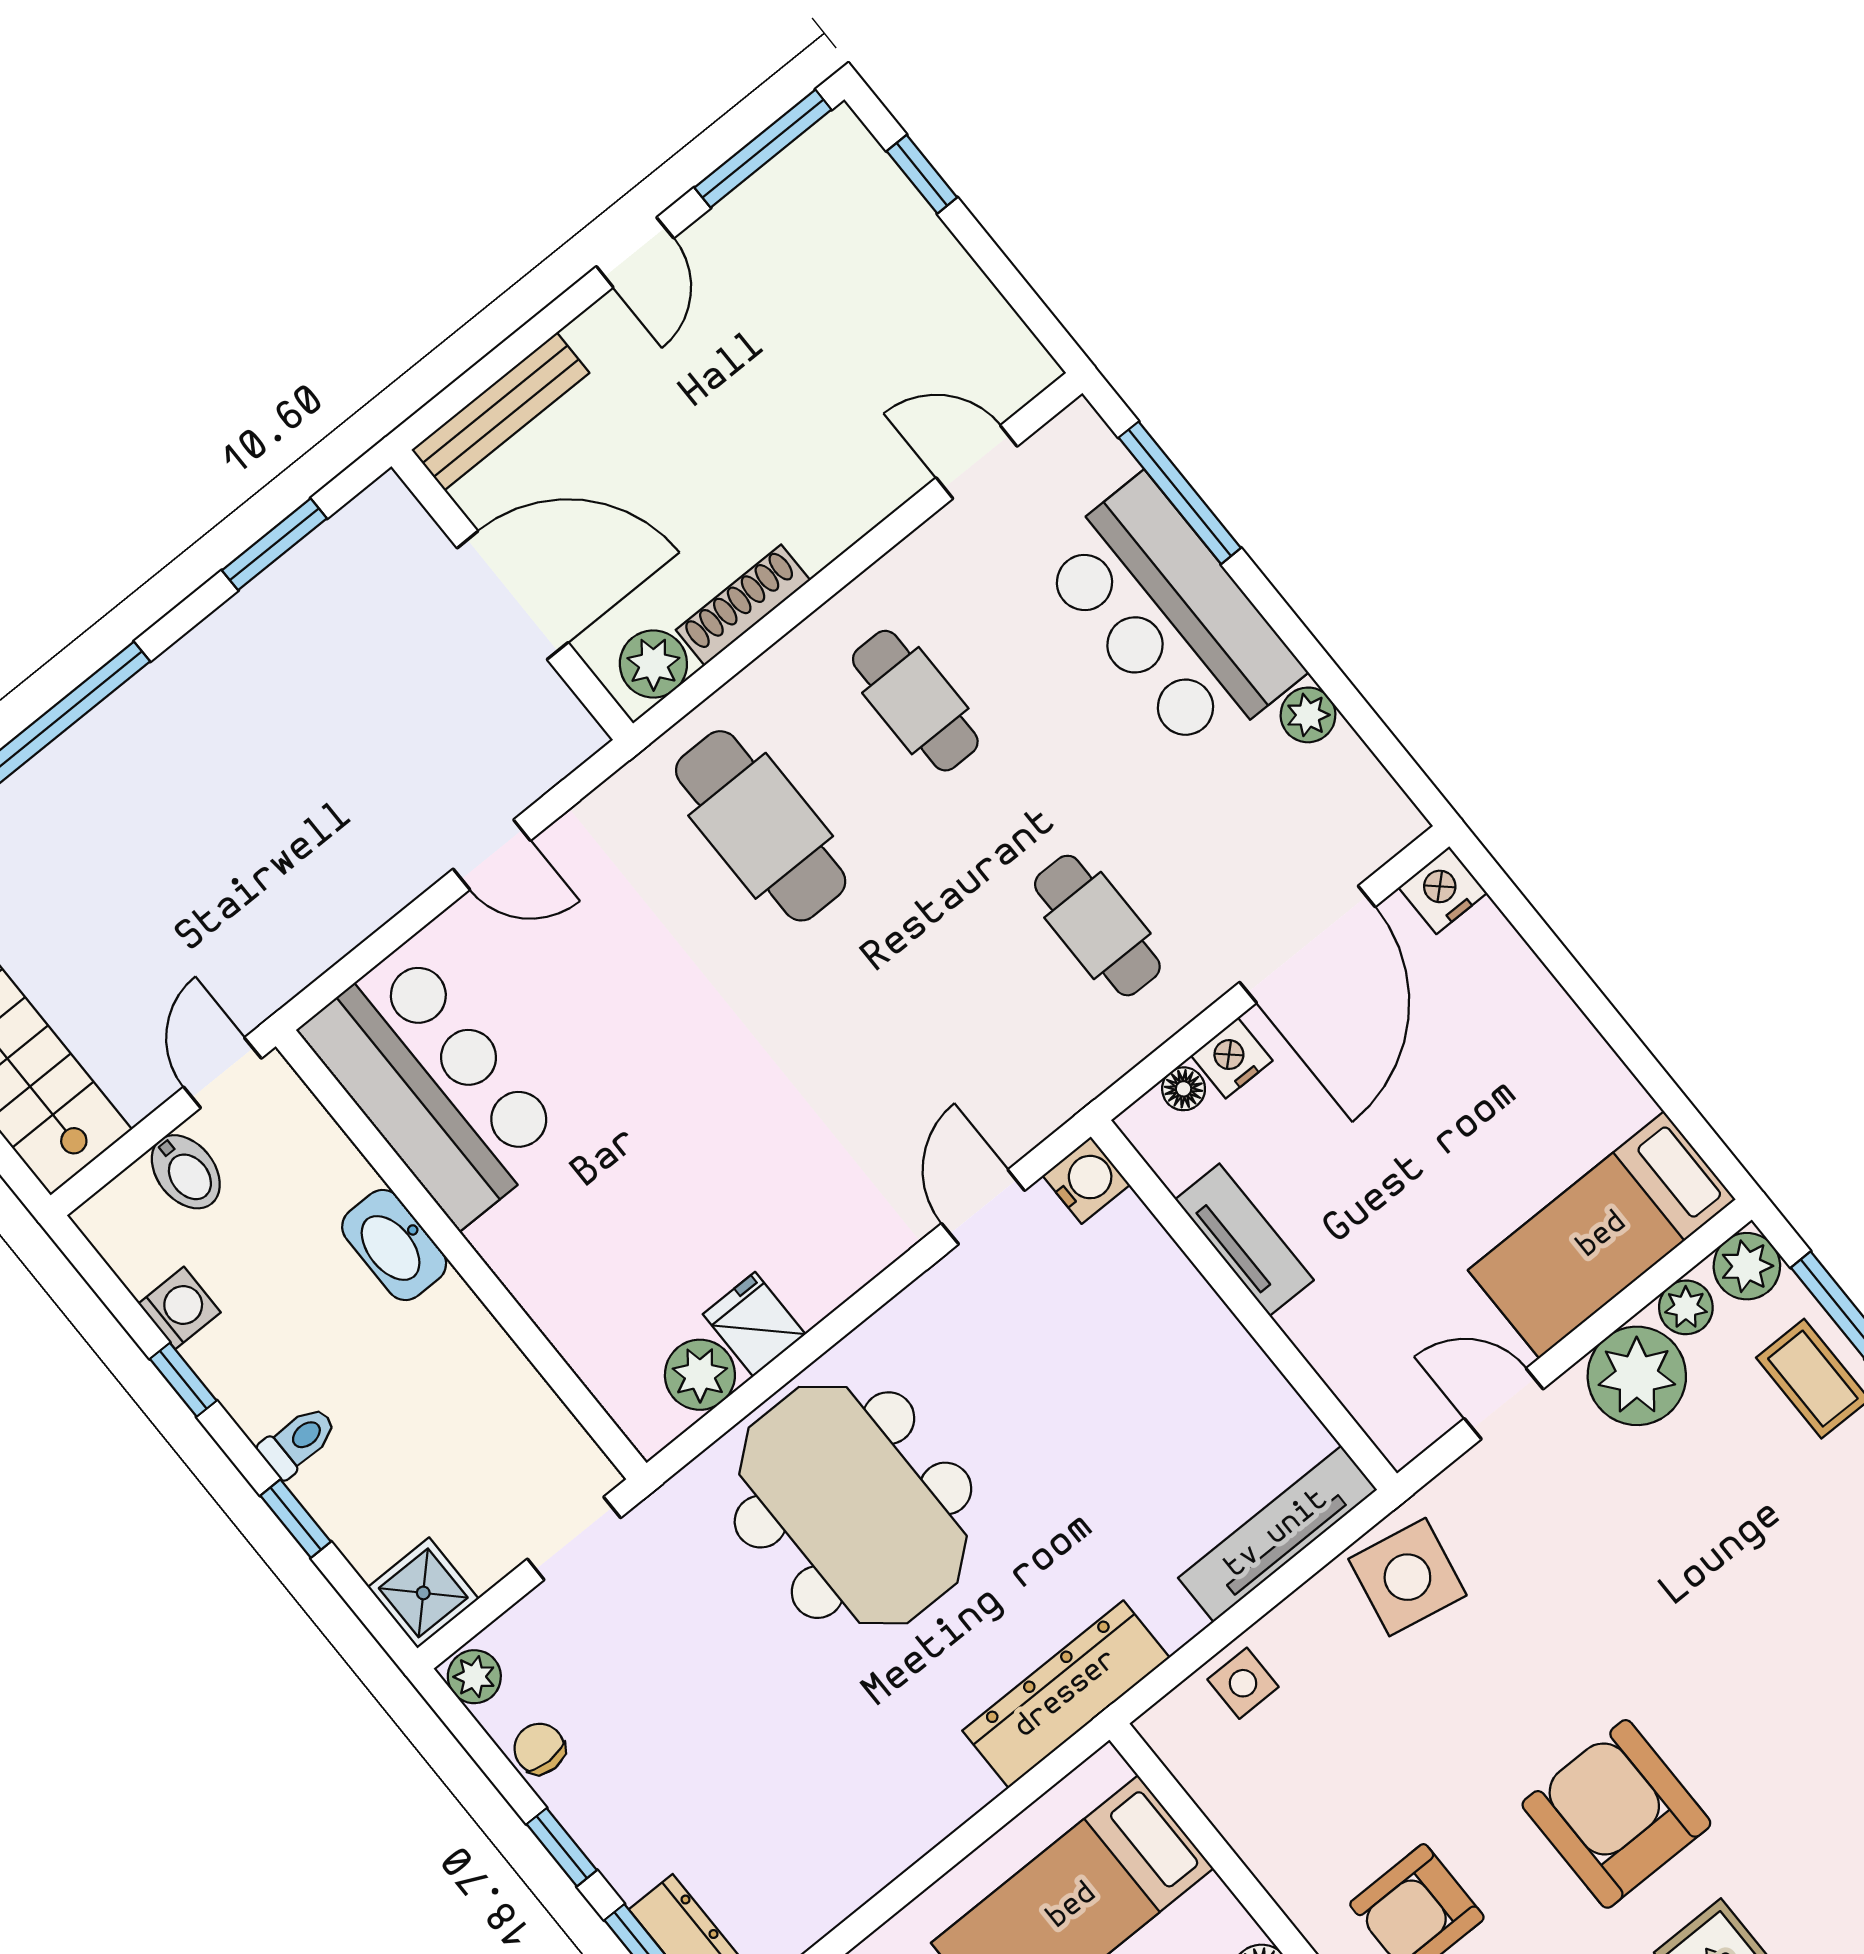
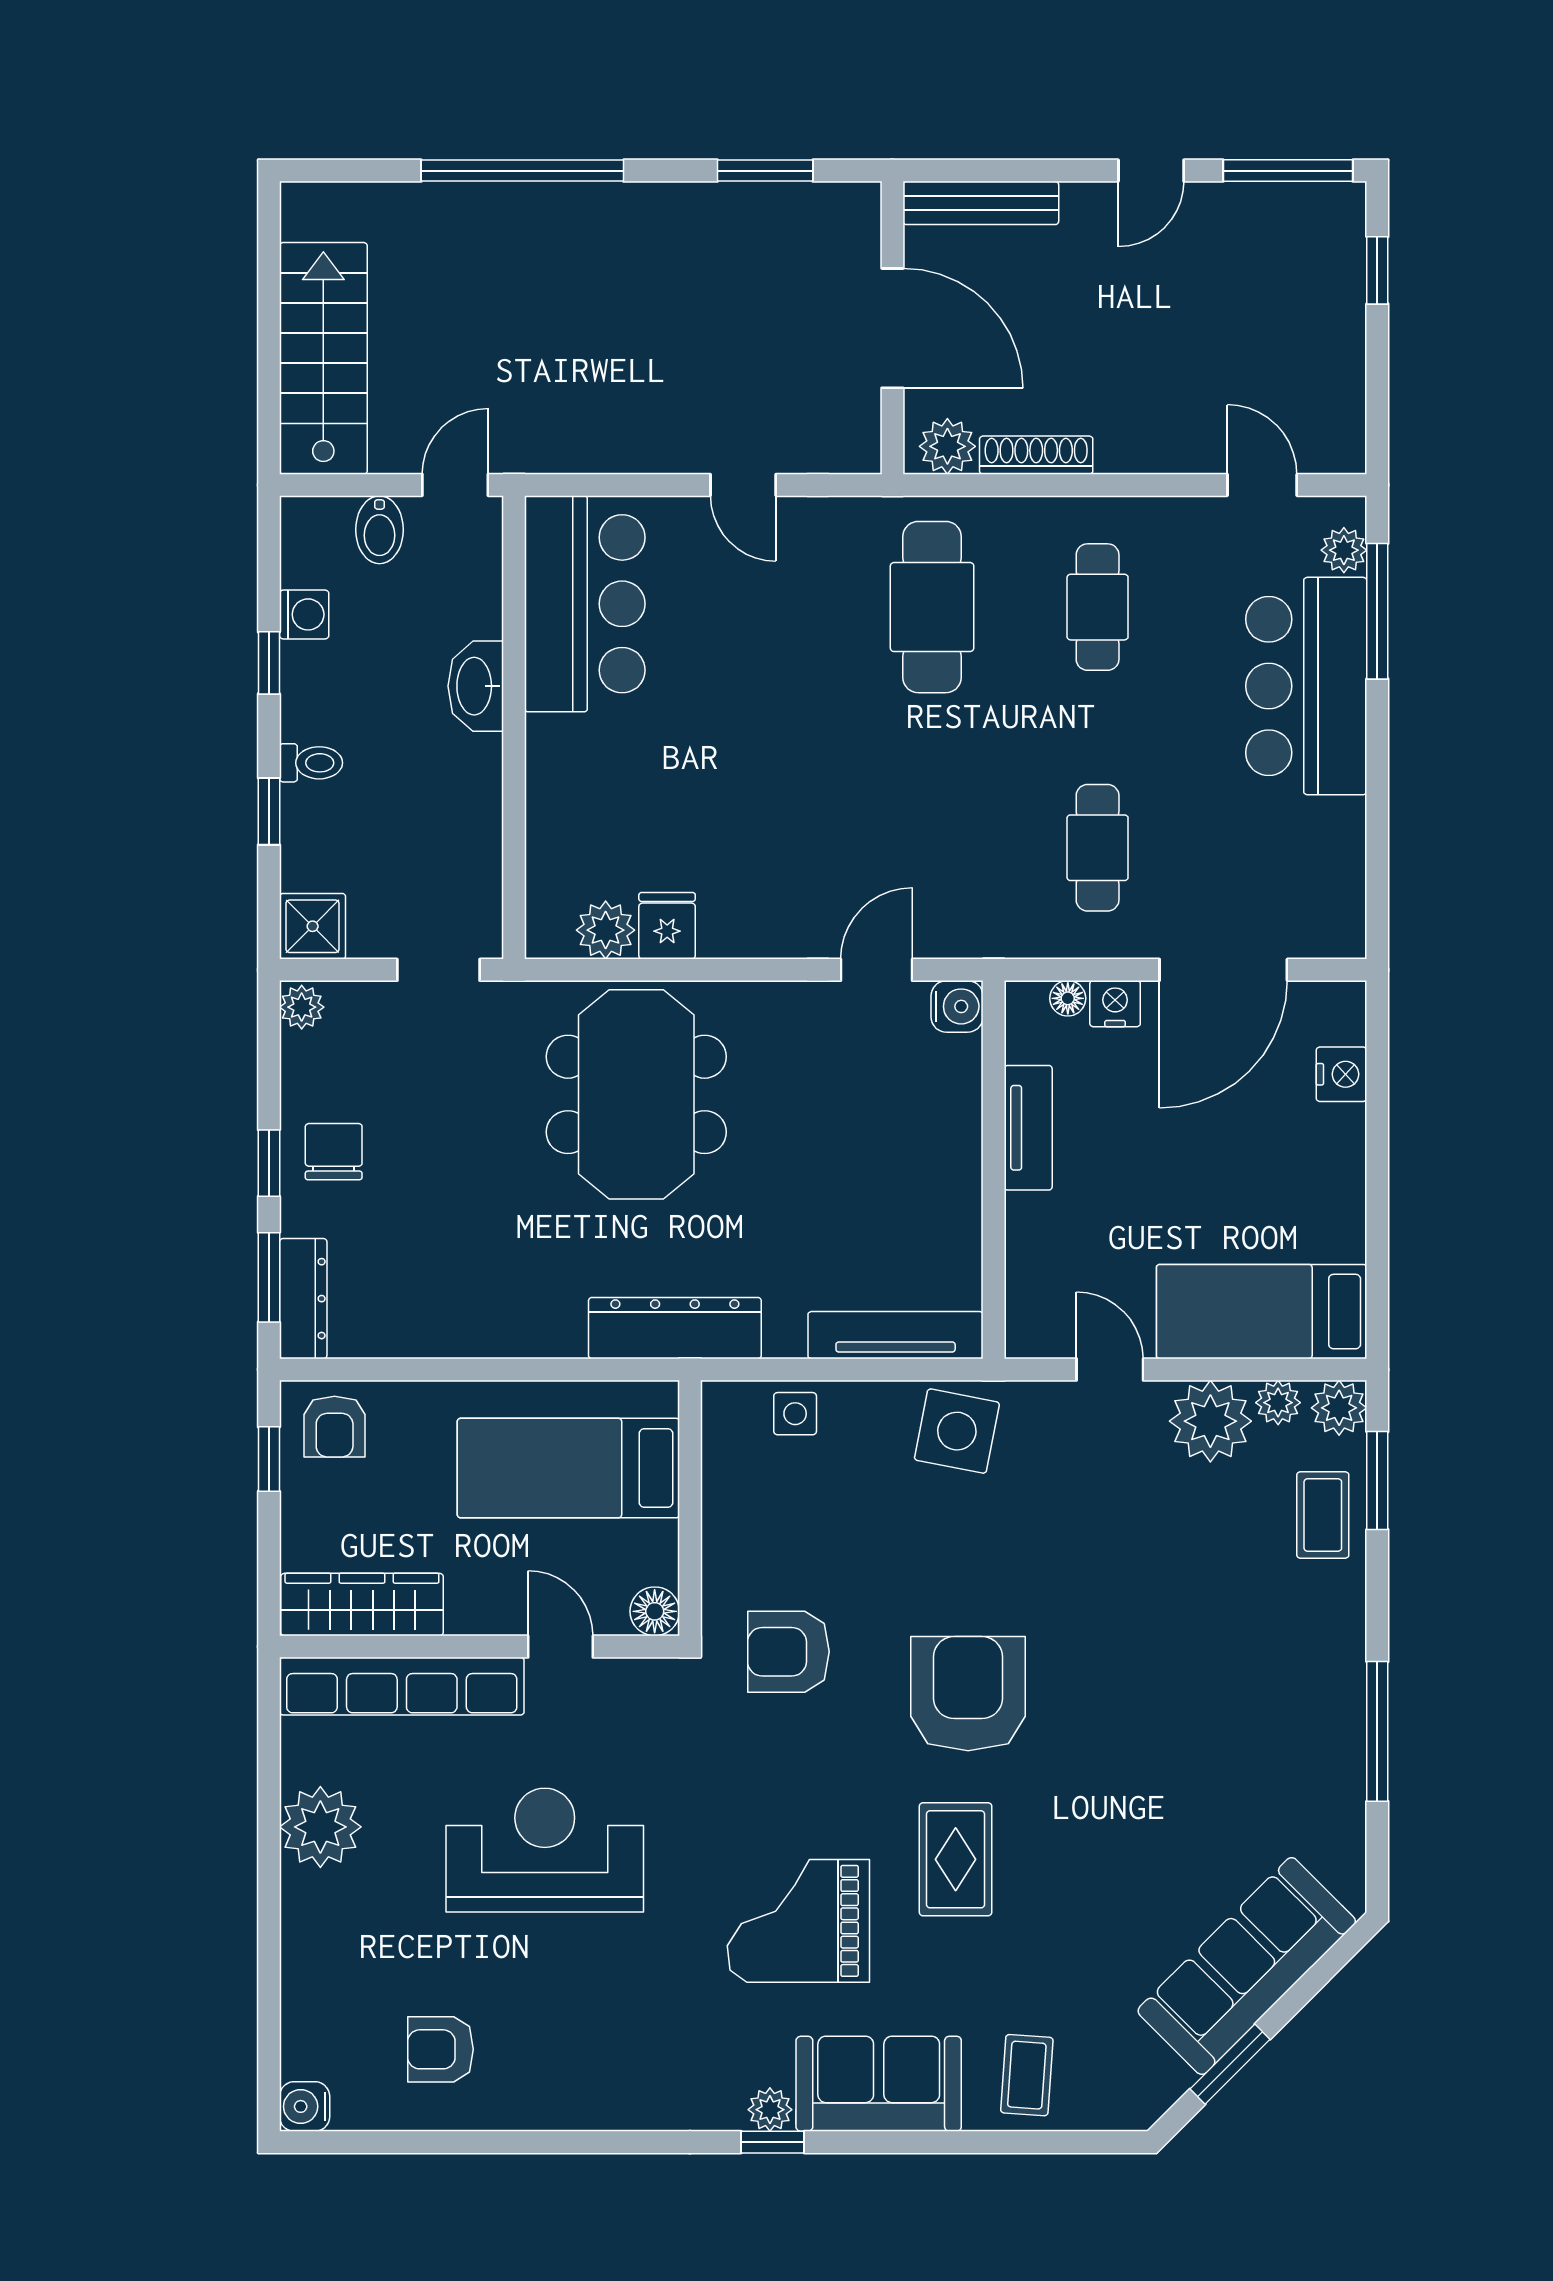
plant: (1308, 715) -> (1344, 550), moved
nightstand: (1443, 890) -> (1341, 1074), moved, turned 90
chair: (539, 1749) -> (334, 1152), moved, width x1.37, depth x1.37

